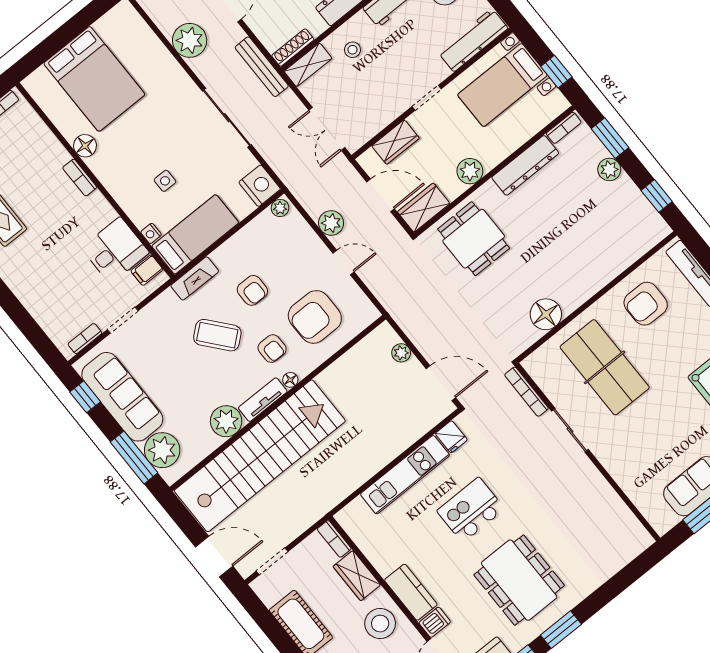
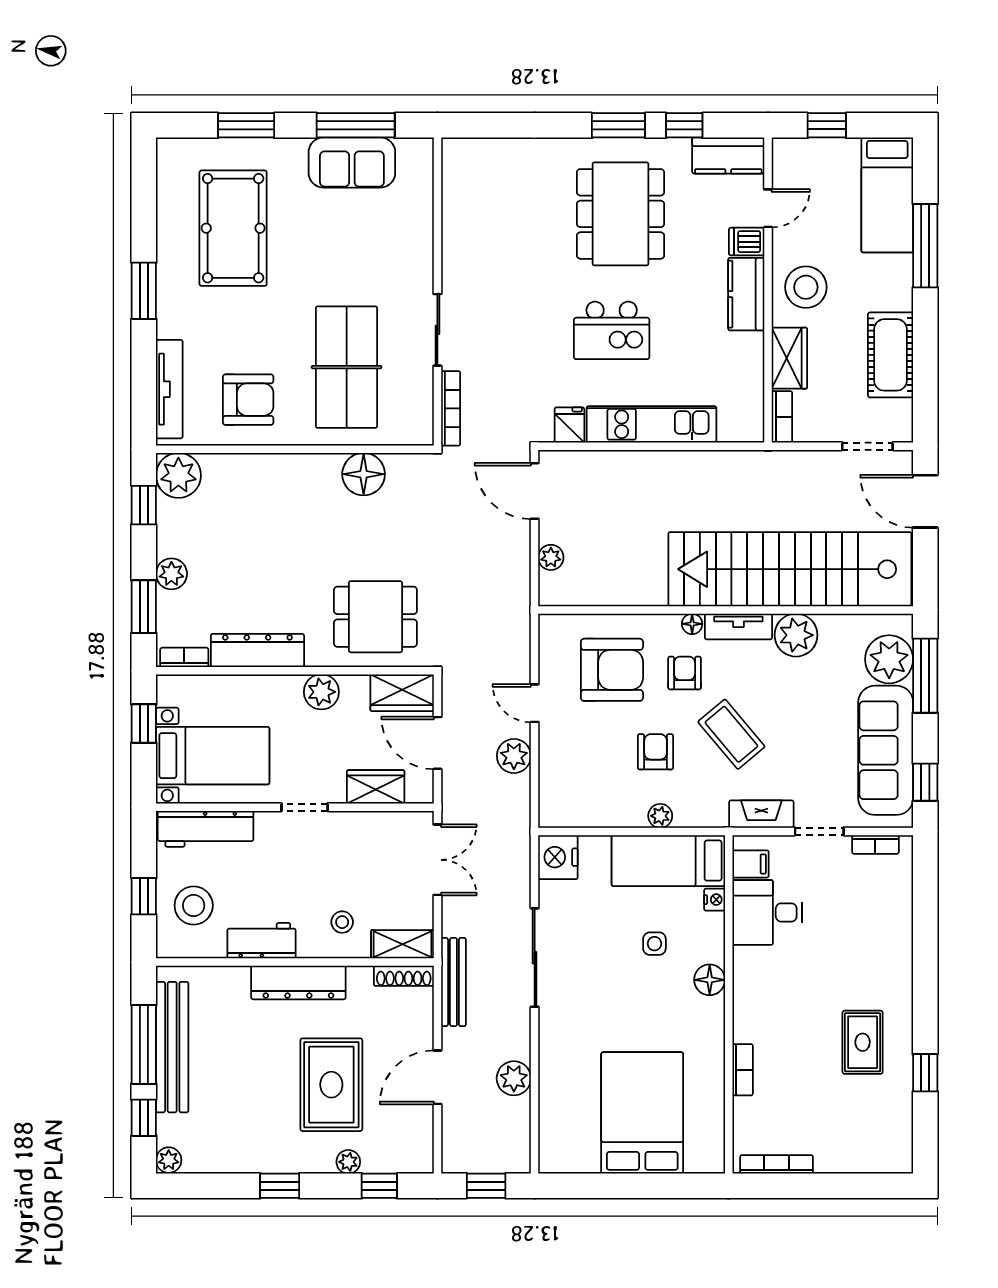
plant: (190, 40) -> (514, 1078), width x0.73, depth x0.73
floor lamp: (85, 146) -> (710, 980), moved
bookcase: (80, 178) -> (743, 1070), moved
plant: (280, 208) -> (660, 816), moved
plant: (650, 229) -> (178, 475), added
dining table: (474, 239) -> (375, 617), turned 90
fireplace: (195, 278) -> (761, 814), moved

